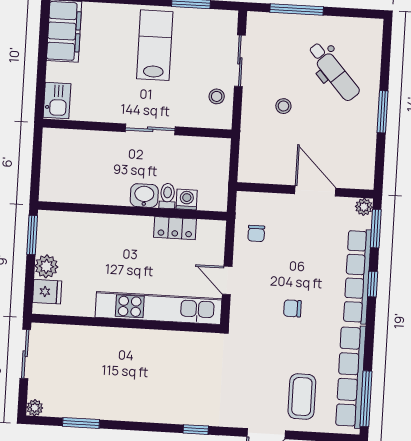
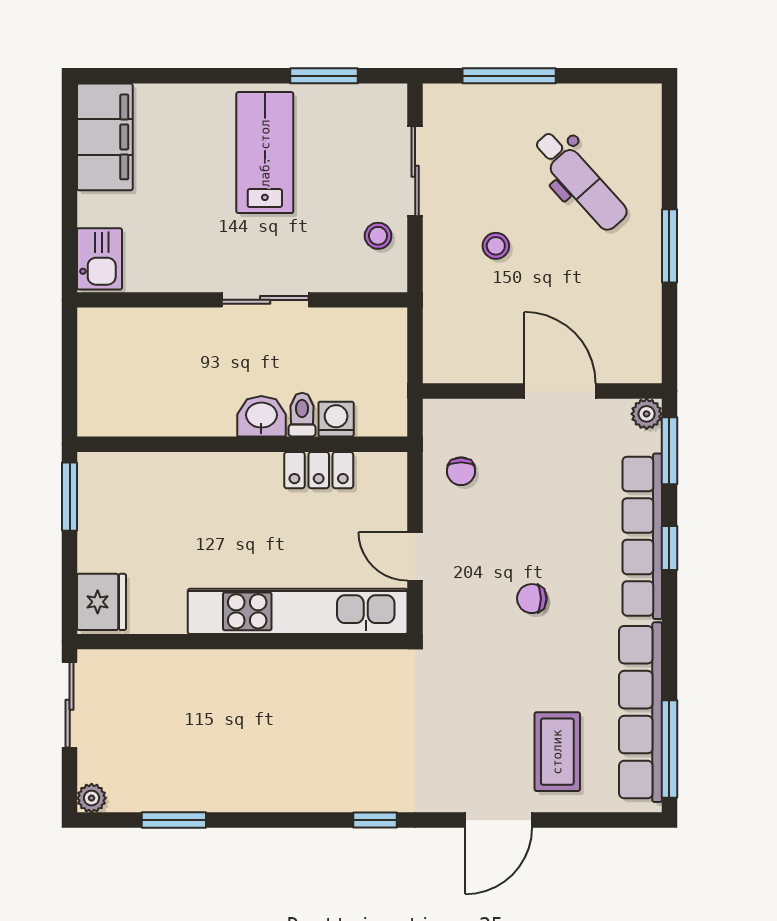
plant: (46, 266) -> (98, 550), removed
fridge: (47, 292) -> (101, 602), width x1.38

